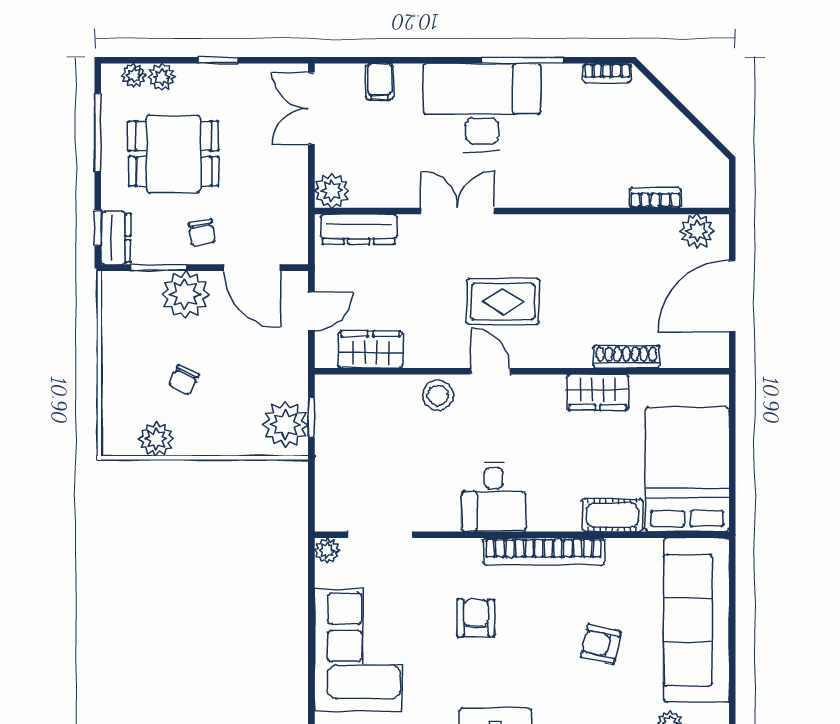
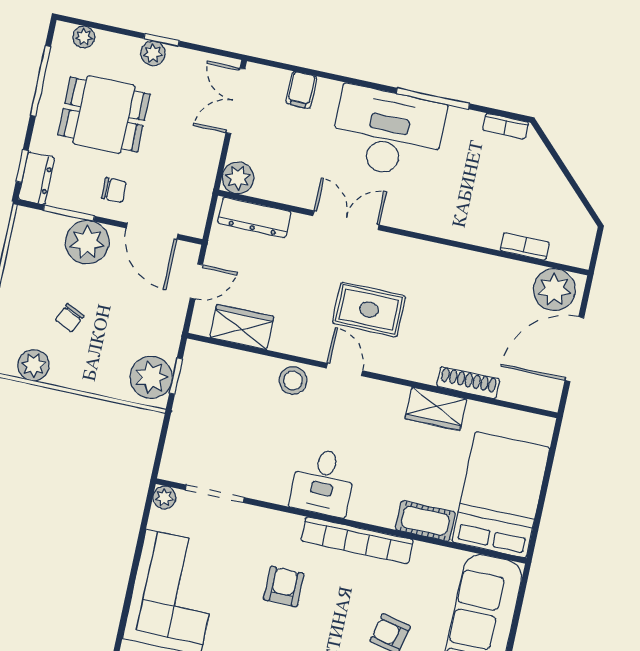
plant: (162, 77) -> (153, 53), moved
plant: (697, 231) -> (554, 290), width x1.36, depth x1.36
chair: (202, 233) -> (114, 190), turned -80

